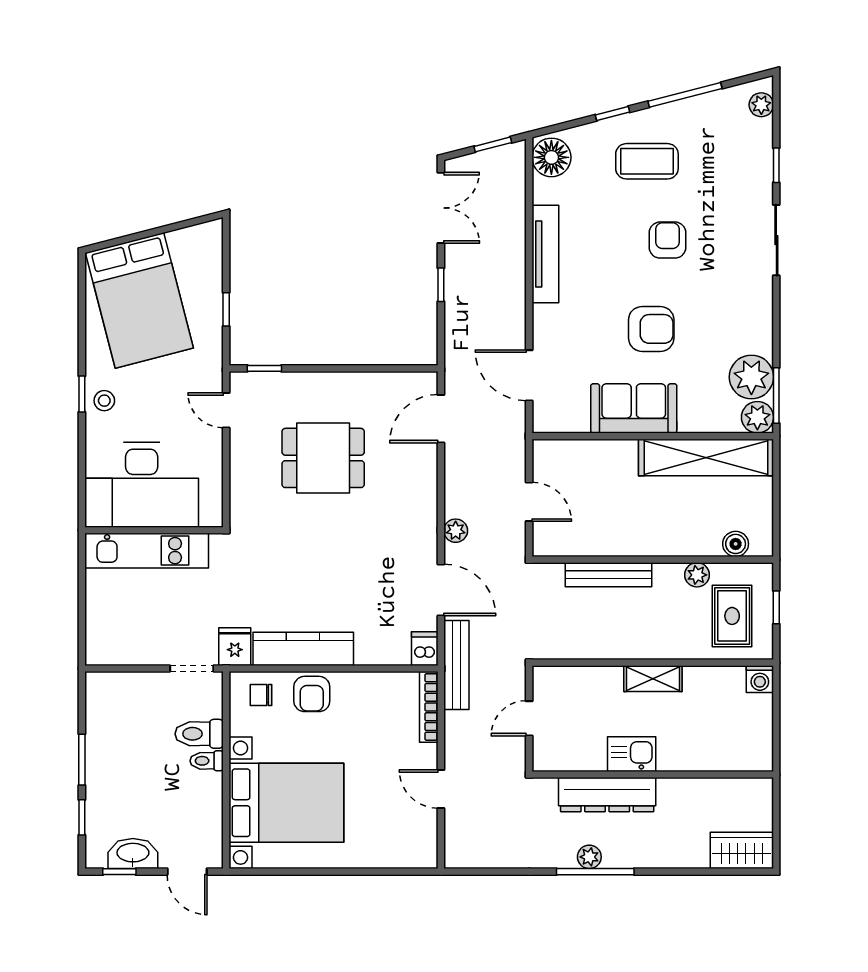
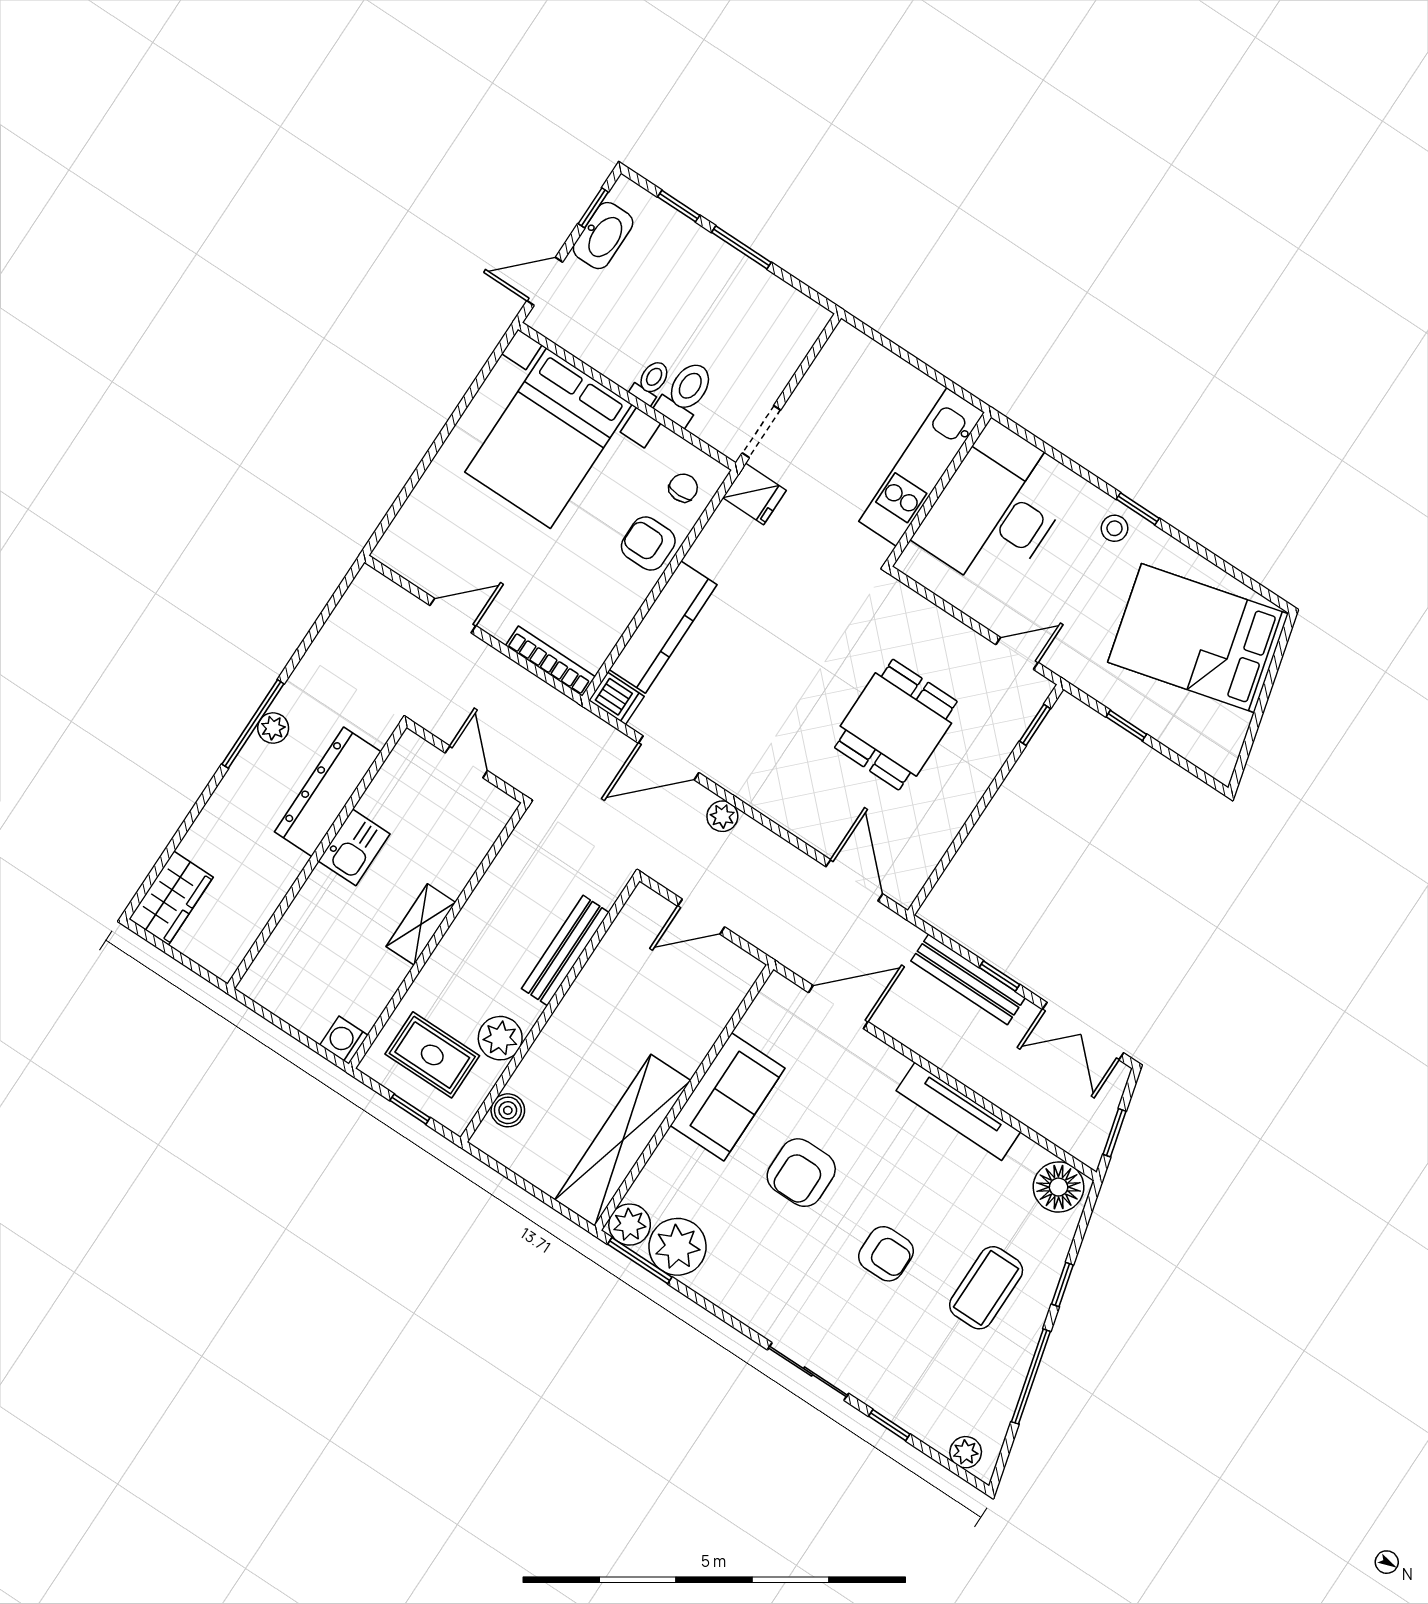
plant: (697, 575) -> (500, 1038), width x1.38, depth x1.38
kitchen counter: (303, 649) -> (663, 627), moved
bench: (456, 665) -> (968, 979), moved

